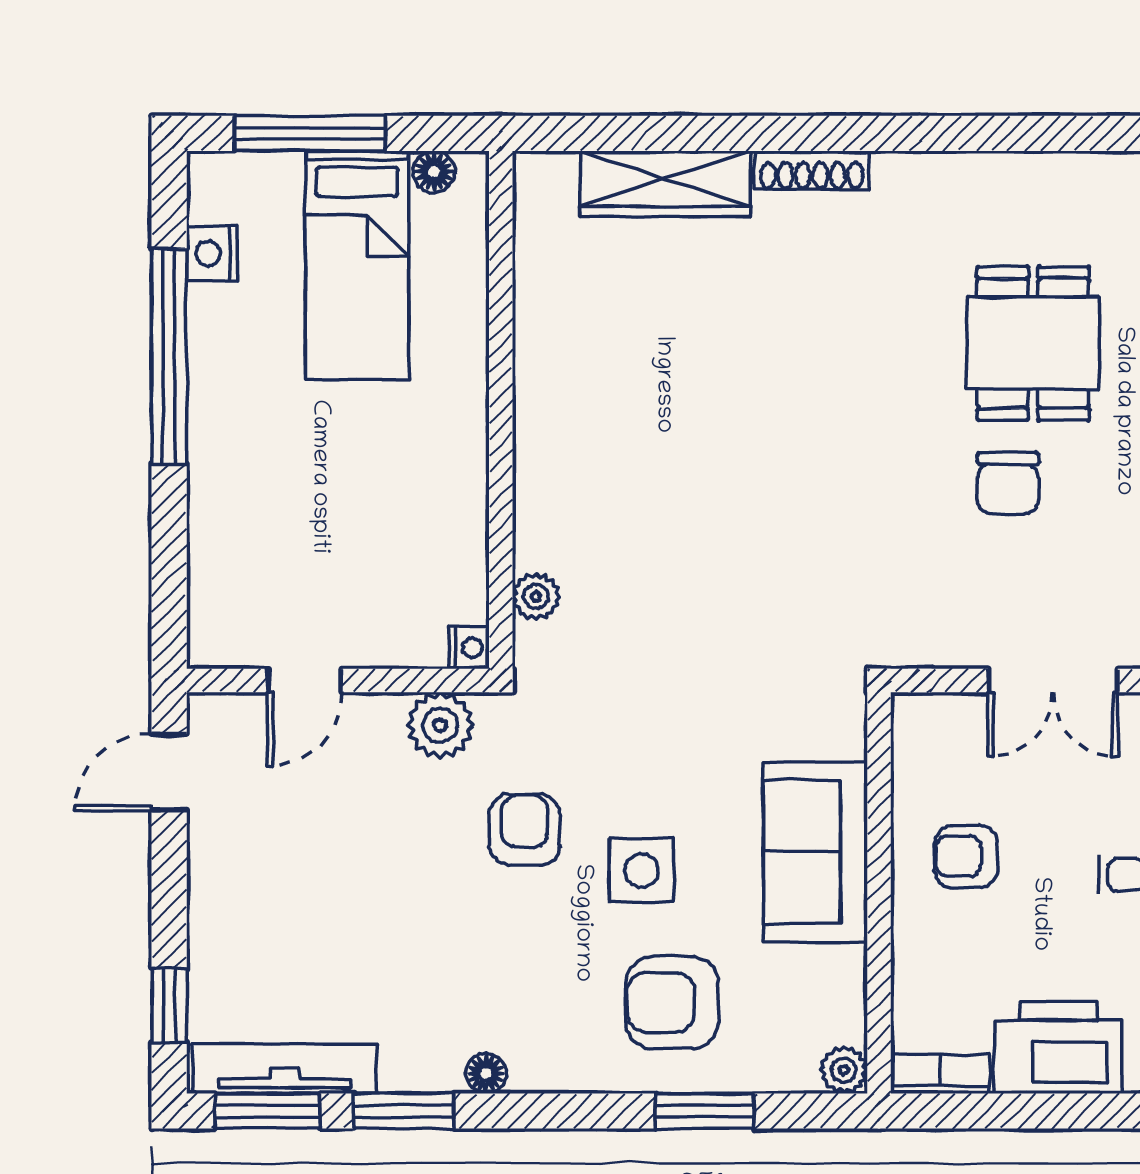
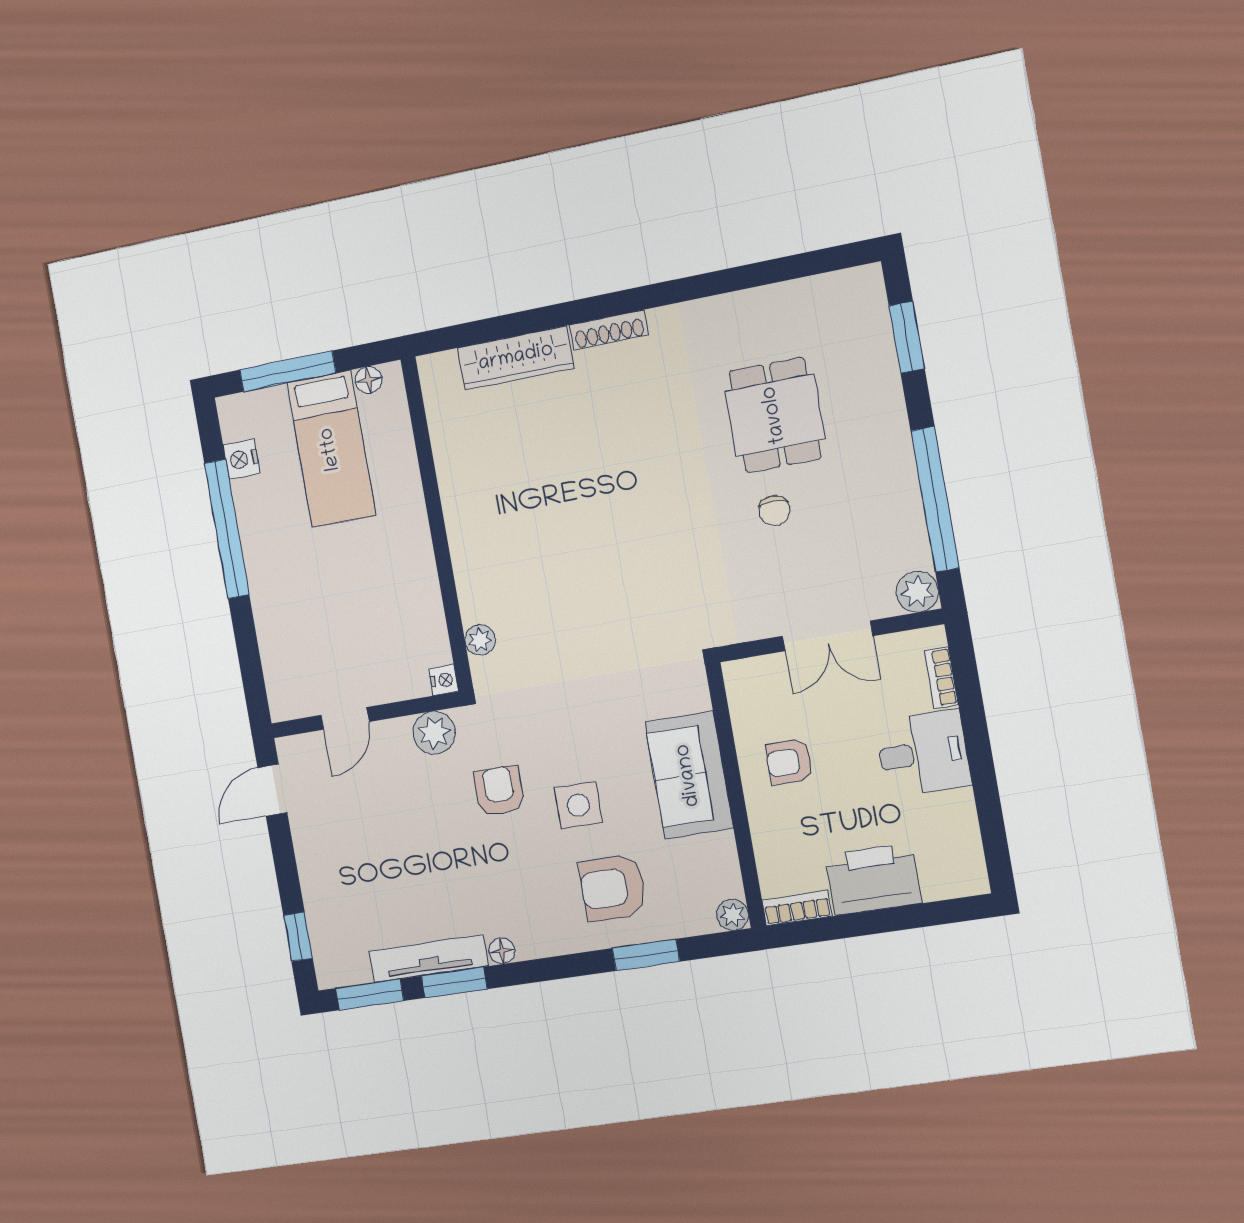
chair: (1008, 483) -> (774, 511), width x0.73, depth x0.73
tv unit: (284, 1069) -> (428, 959), moved

